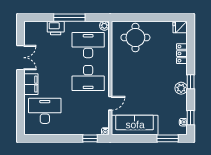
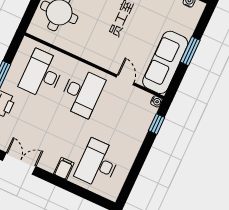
plant: (104, 26) -> (27, 44), removed
filing cabinet: (31, 84) -> (64, 169), width x0.50
window: (168, 138) -> (190, 51), moved

